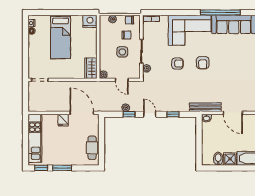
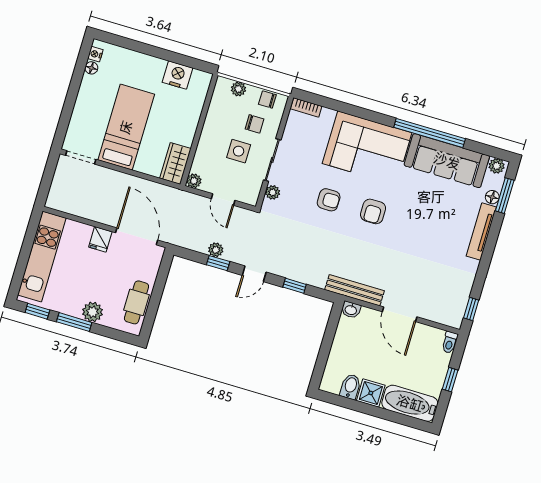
nightstand: (90, 21) -> (178, 75), moved
bed: (61, 37) -> (126, 127), moved, turned 180
door: (150, 114) -> (254, 274), swing flipped
plant: (70, 160) -> (93, 312), added

